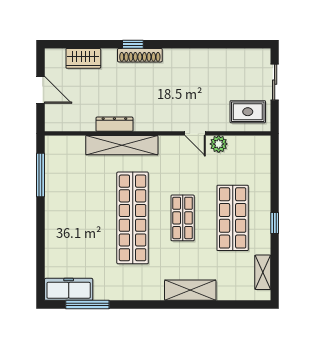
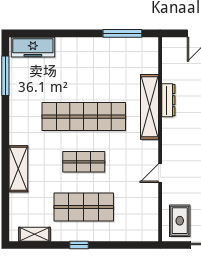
plant: (219, 144) -> (151, 194), removed
freezer: (69, 289) -> (33, 47), moved, turned 90

